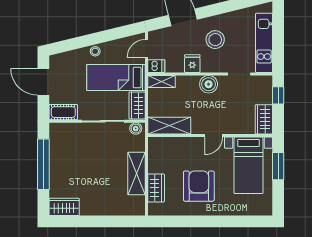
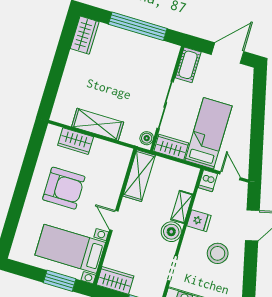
stool: (95, 51) -> (244, 119), removed
shelving: (162, 82) -> (182, 207), moved

